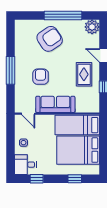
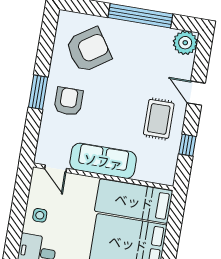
armchair: (50, 39) -> (88, 50), moved
window: (10, 70) -> (38, 92), width x0.69
armchair: (41, 77) -> (68, 101), moved

